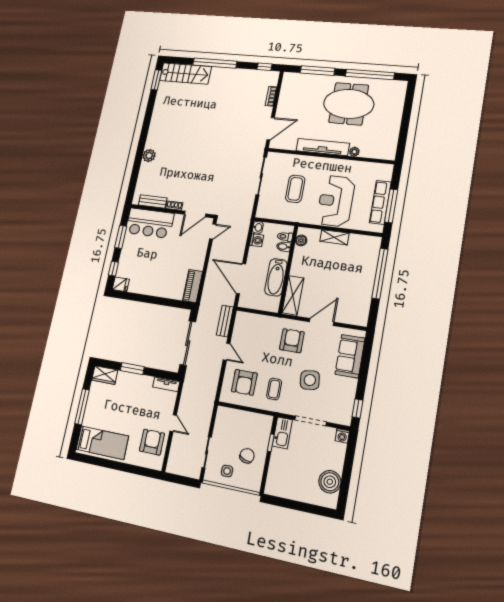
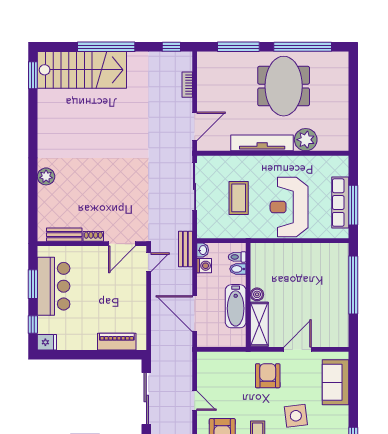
stairs: (185, 73) -> (82, 70), width x1.36, depth x1.51
meeting table: (349, 104) -> (284, 86), turned 90
plant: (354, 152) -> (306, 140), width x1.87, depth x1.87
bar counter: (150, 223) -> (54, 286), moved, turned -90
shelving: (334, 237) -> (295, 250), removed
boiler: (301, 240) -> (257, 294), moved
piano: (193, 286) -> (117, 342), moved, turned 90
bench: (225, 321) -> (185, 249), moved

